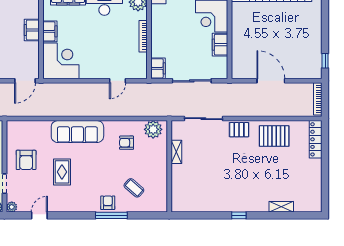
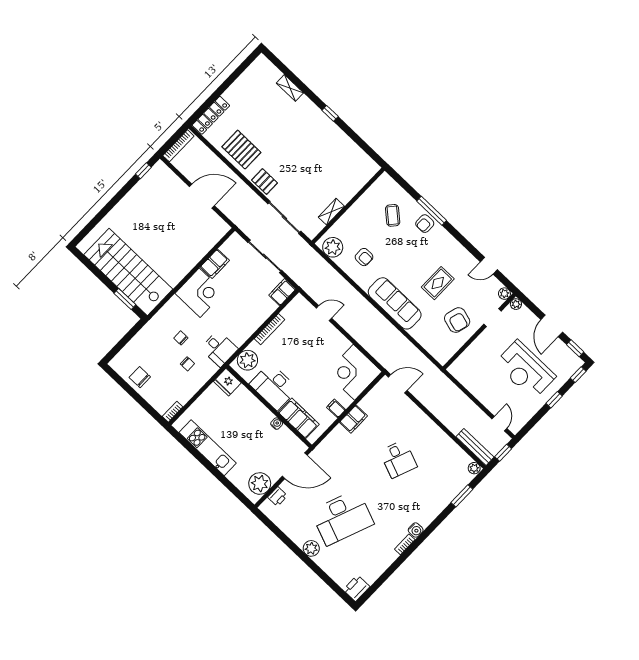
filing cabinet: (50, 31) -> (336, 408), width x0.50
door: (271, 81) -> (202, 196), swing flipped
armchair: (26, 160) -> (457, 320), turned 106

